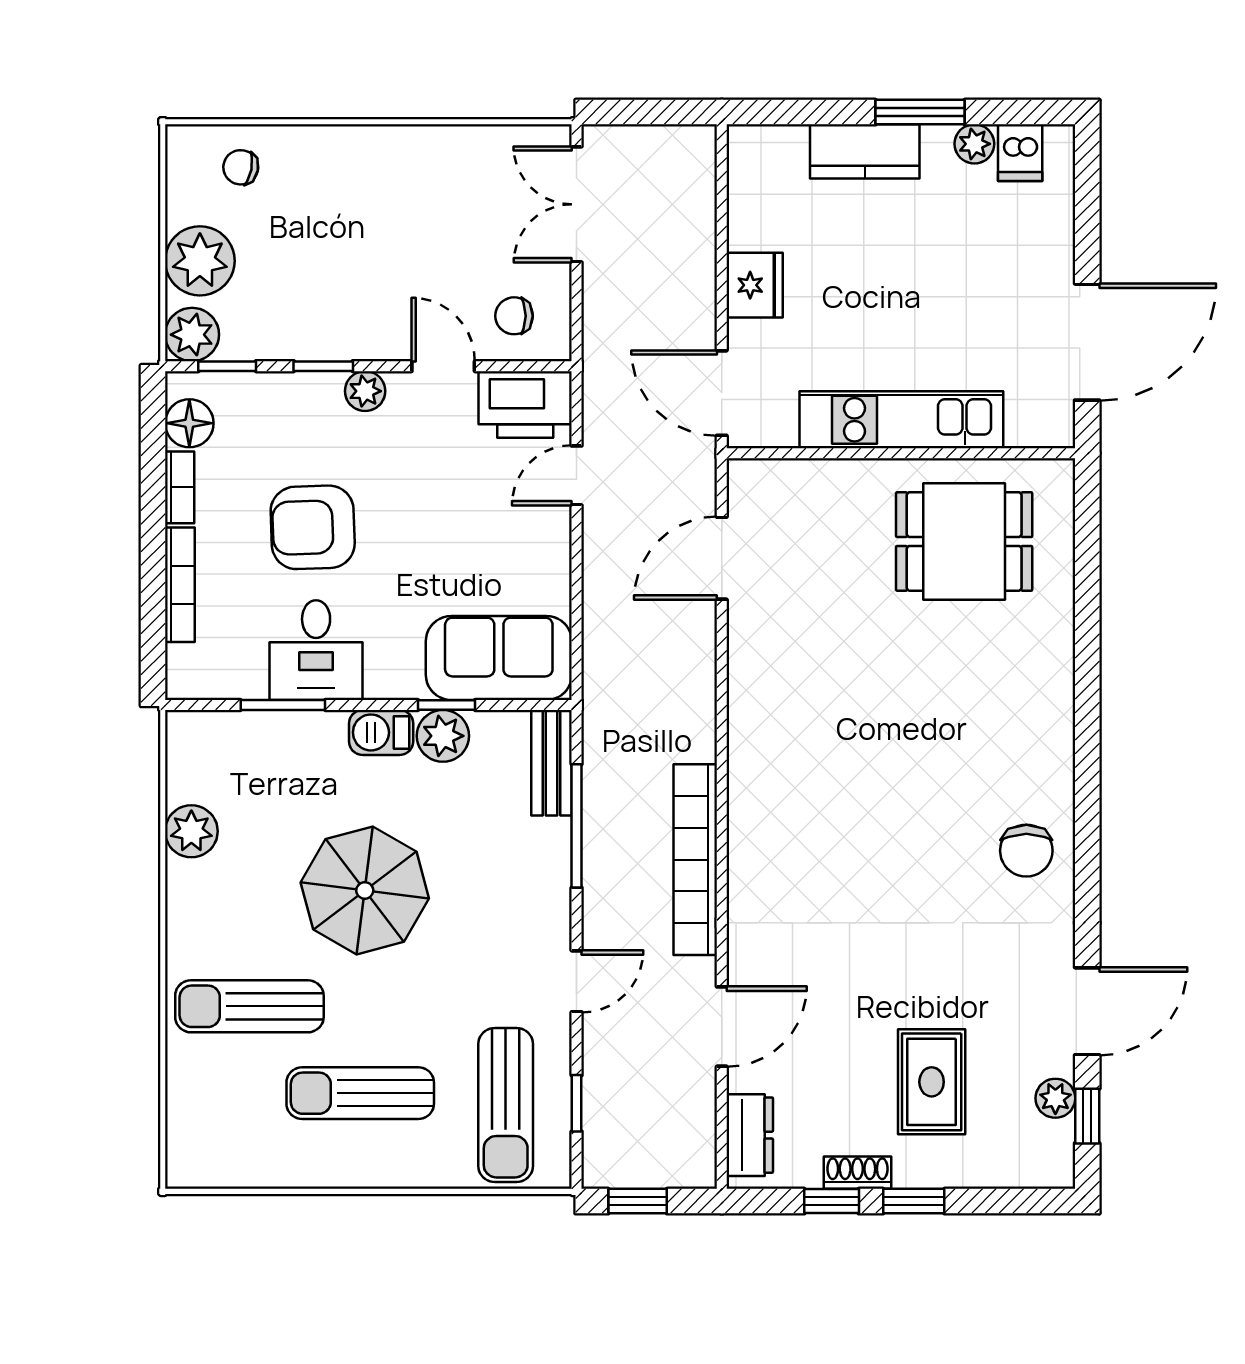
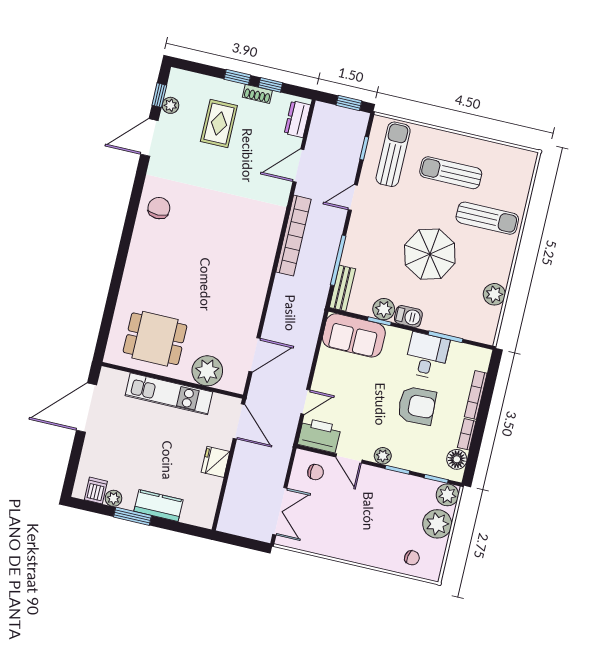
plant: (824, 495) -> (207, 371), added
sun lounger: (360, 1093) -> (451, 173), turned 180

